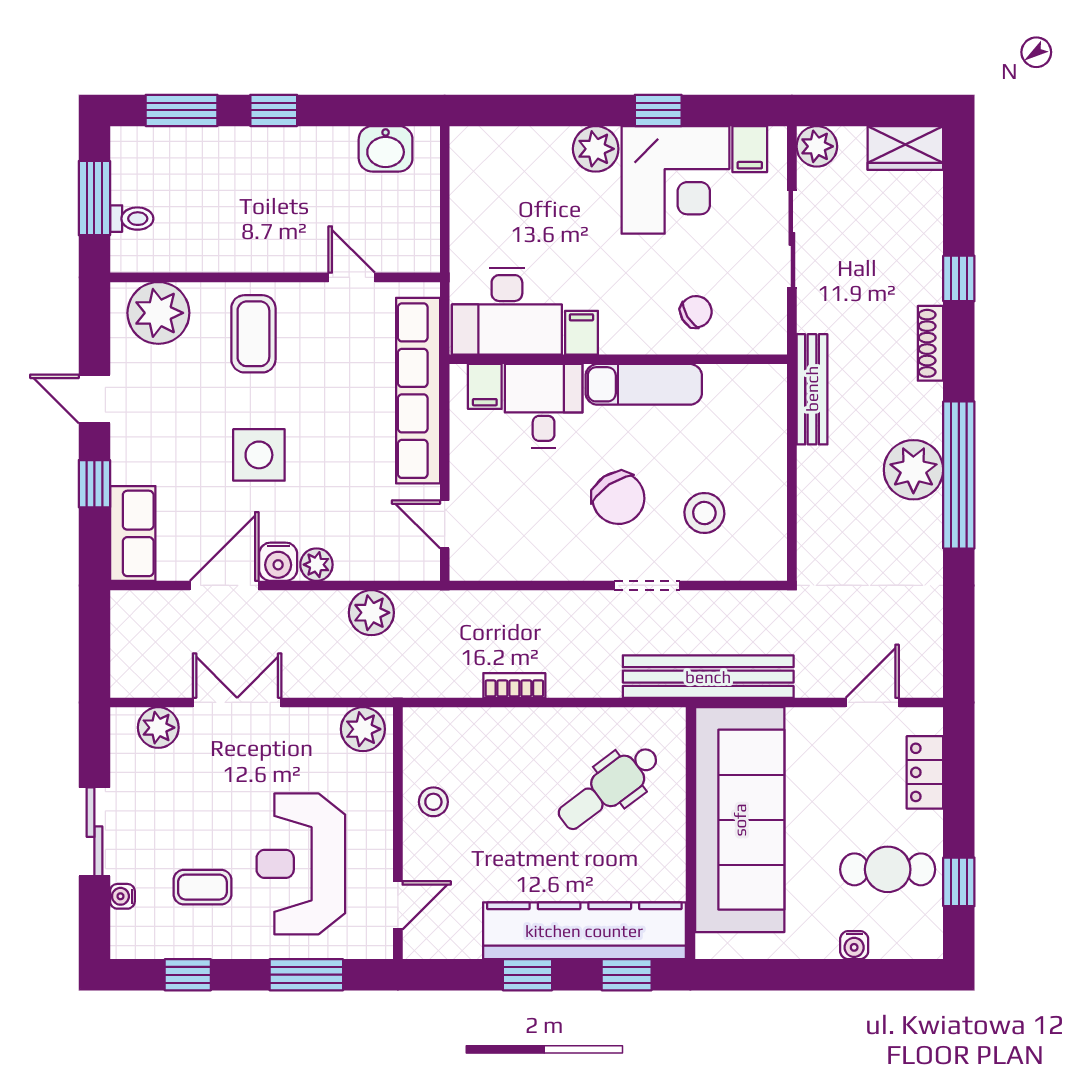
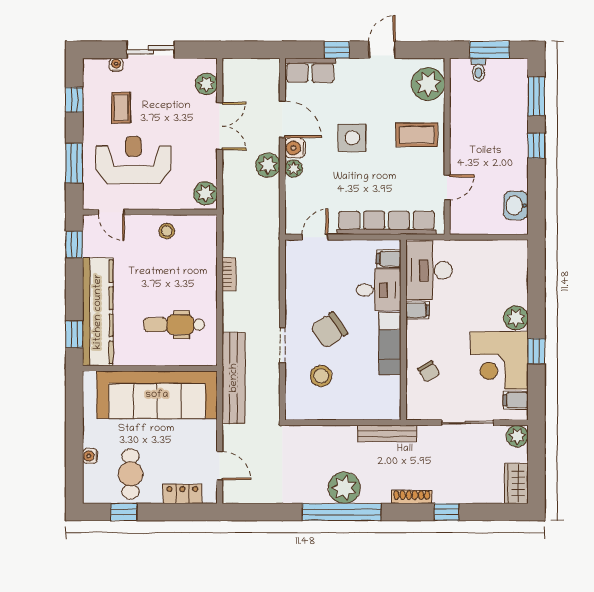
plant: (371, 613) -> (268, 165), moved
dental chair: (609, 788) -> (174, 325), turned -53
window: (527, 975) -> (74, 245), moved

